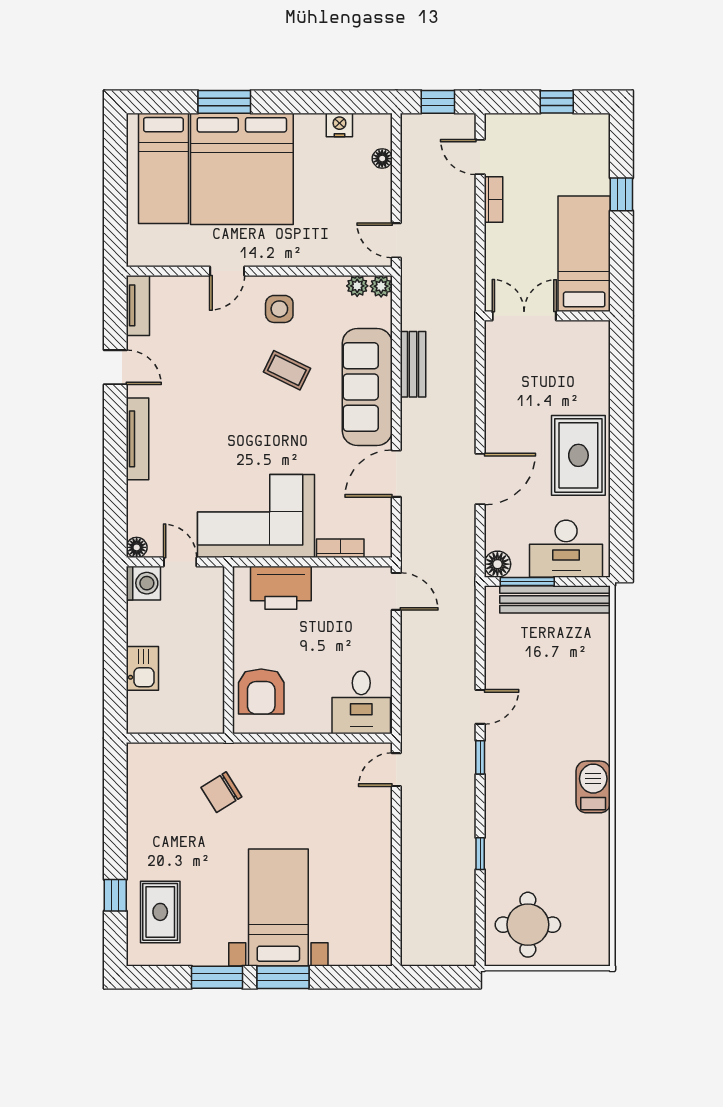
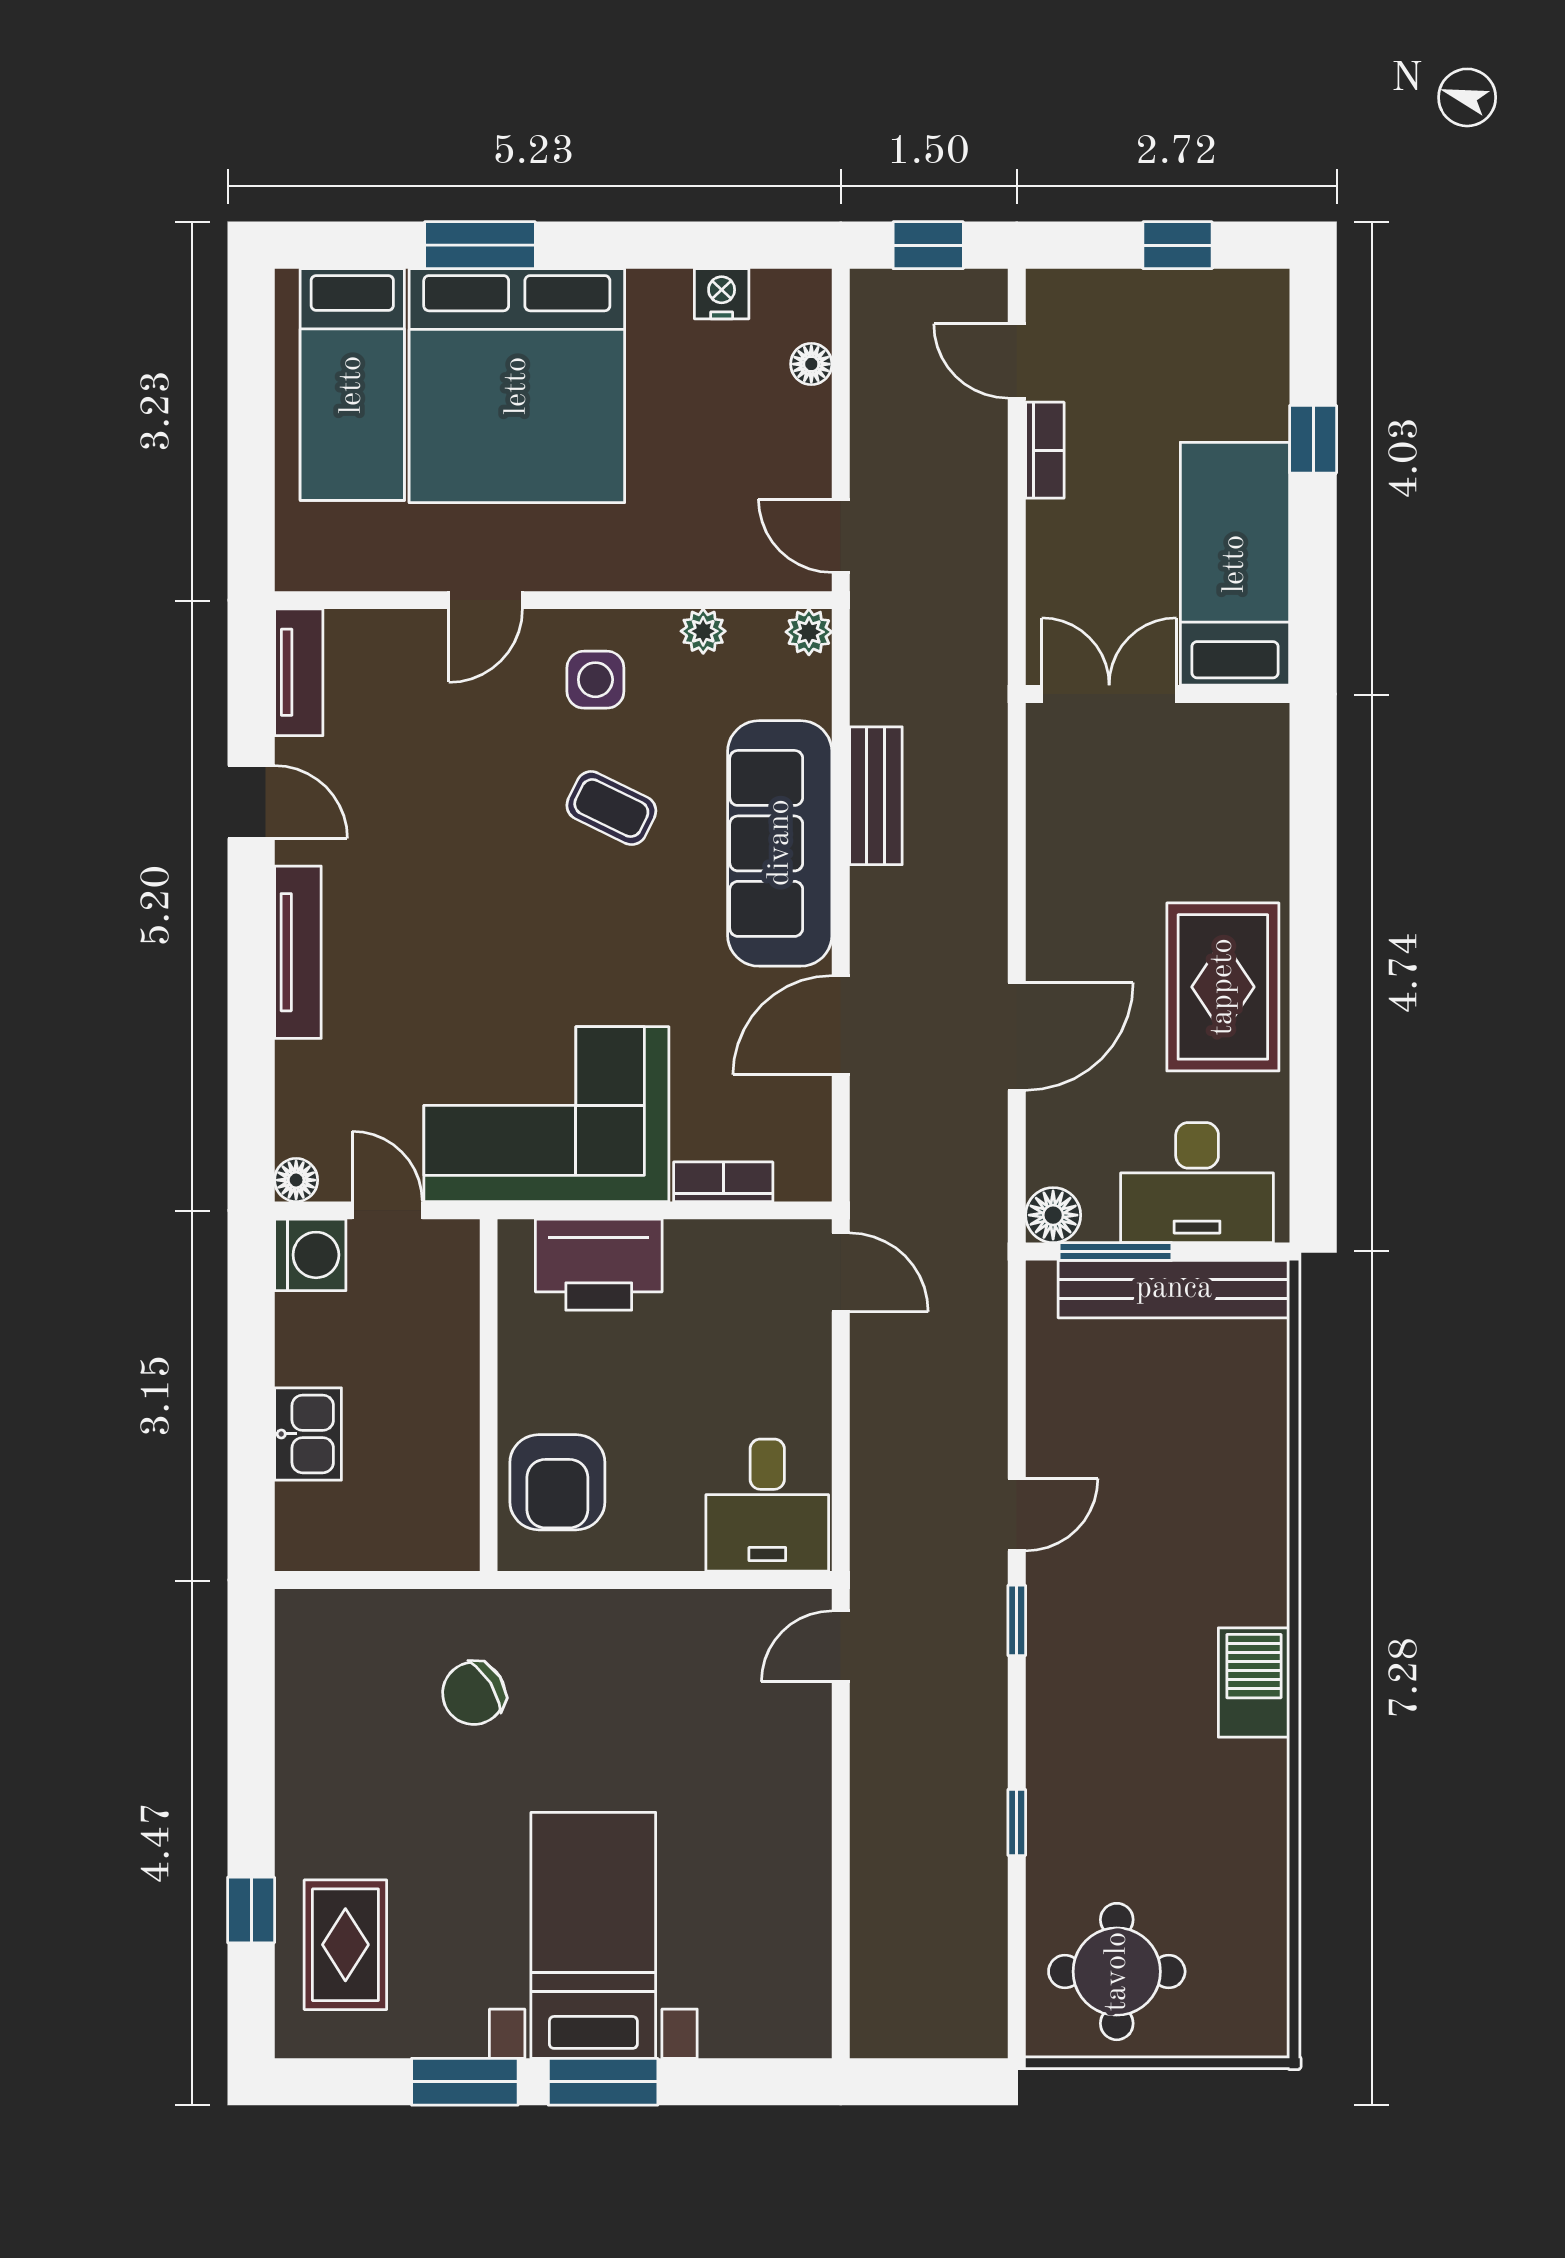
plant: (357, 286) -> (703, 631), moved

